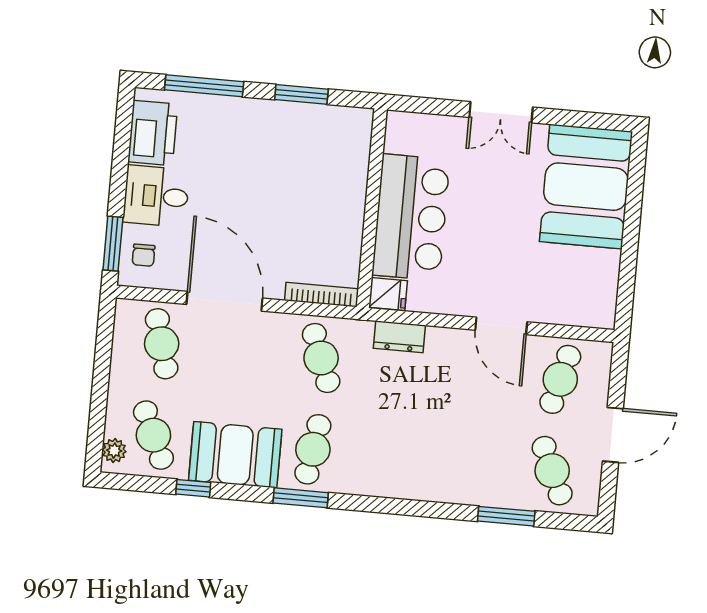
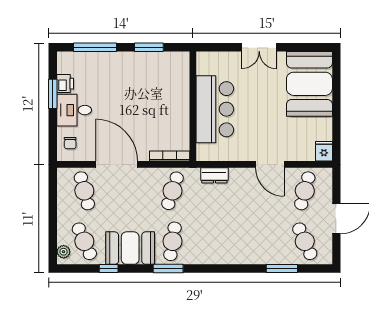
printer: (153, 133) -> (65, 84), width x0.53, depth x0.68
window: (113, 244) -> (53, 94), moved
fridge: (388, 294) -> (324, 151), moved, turned -90
cafe table: (321, 358) -> (172, 191), turned 39

